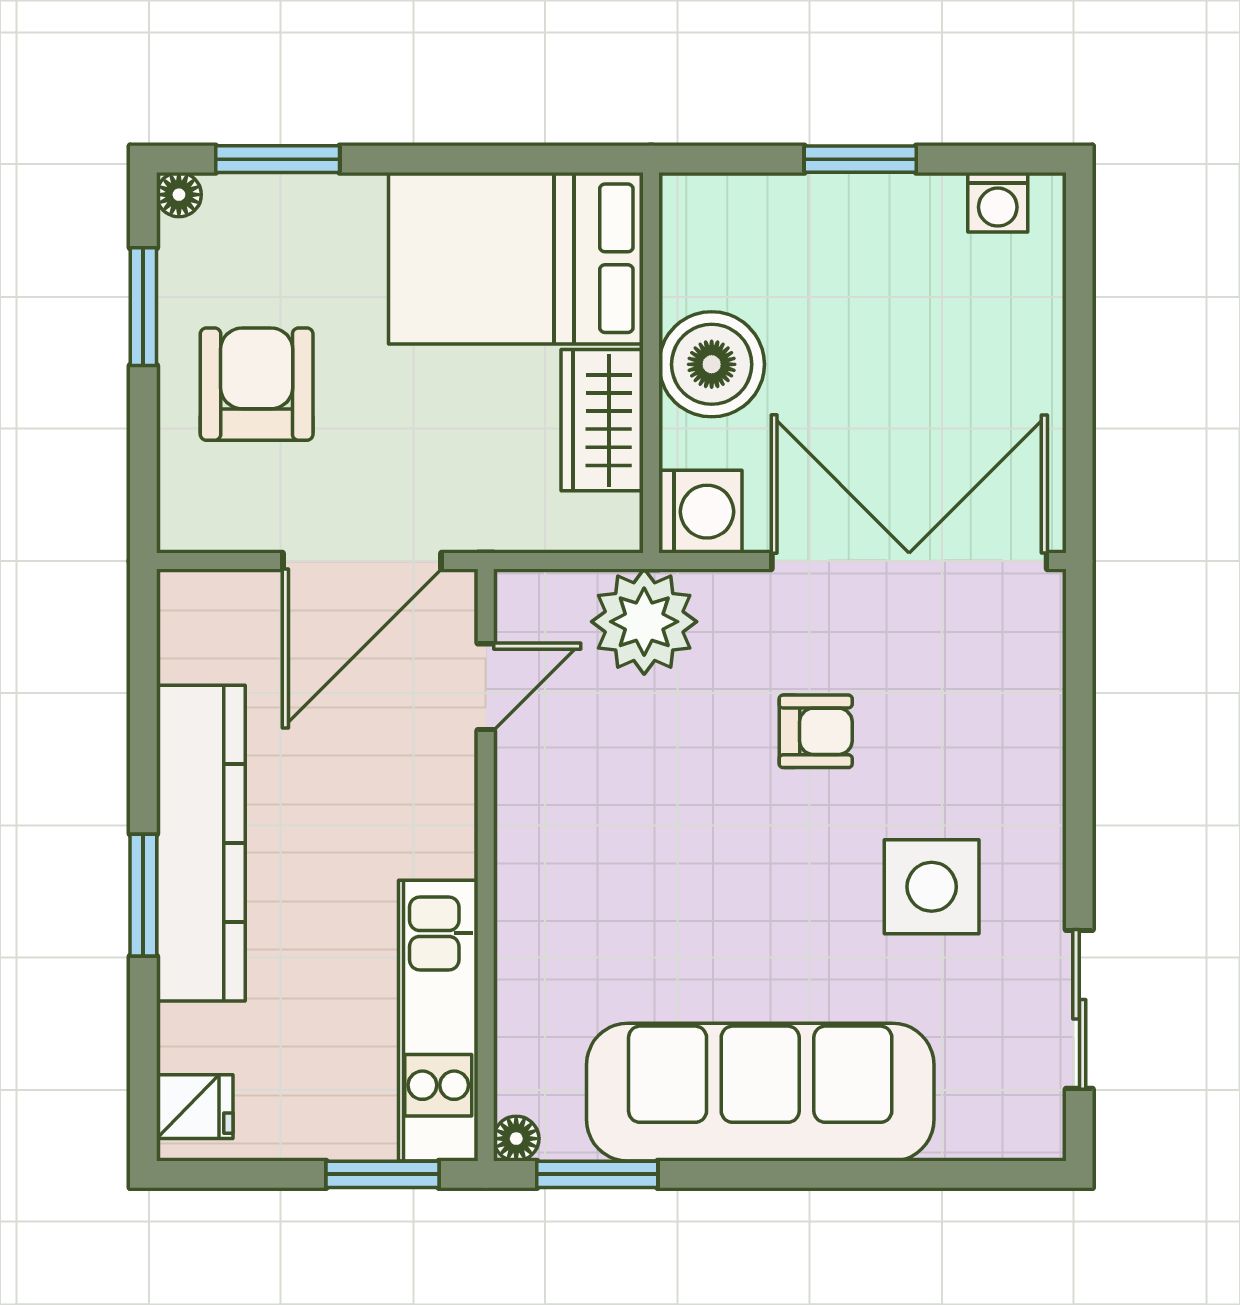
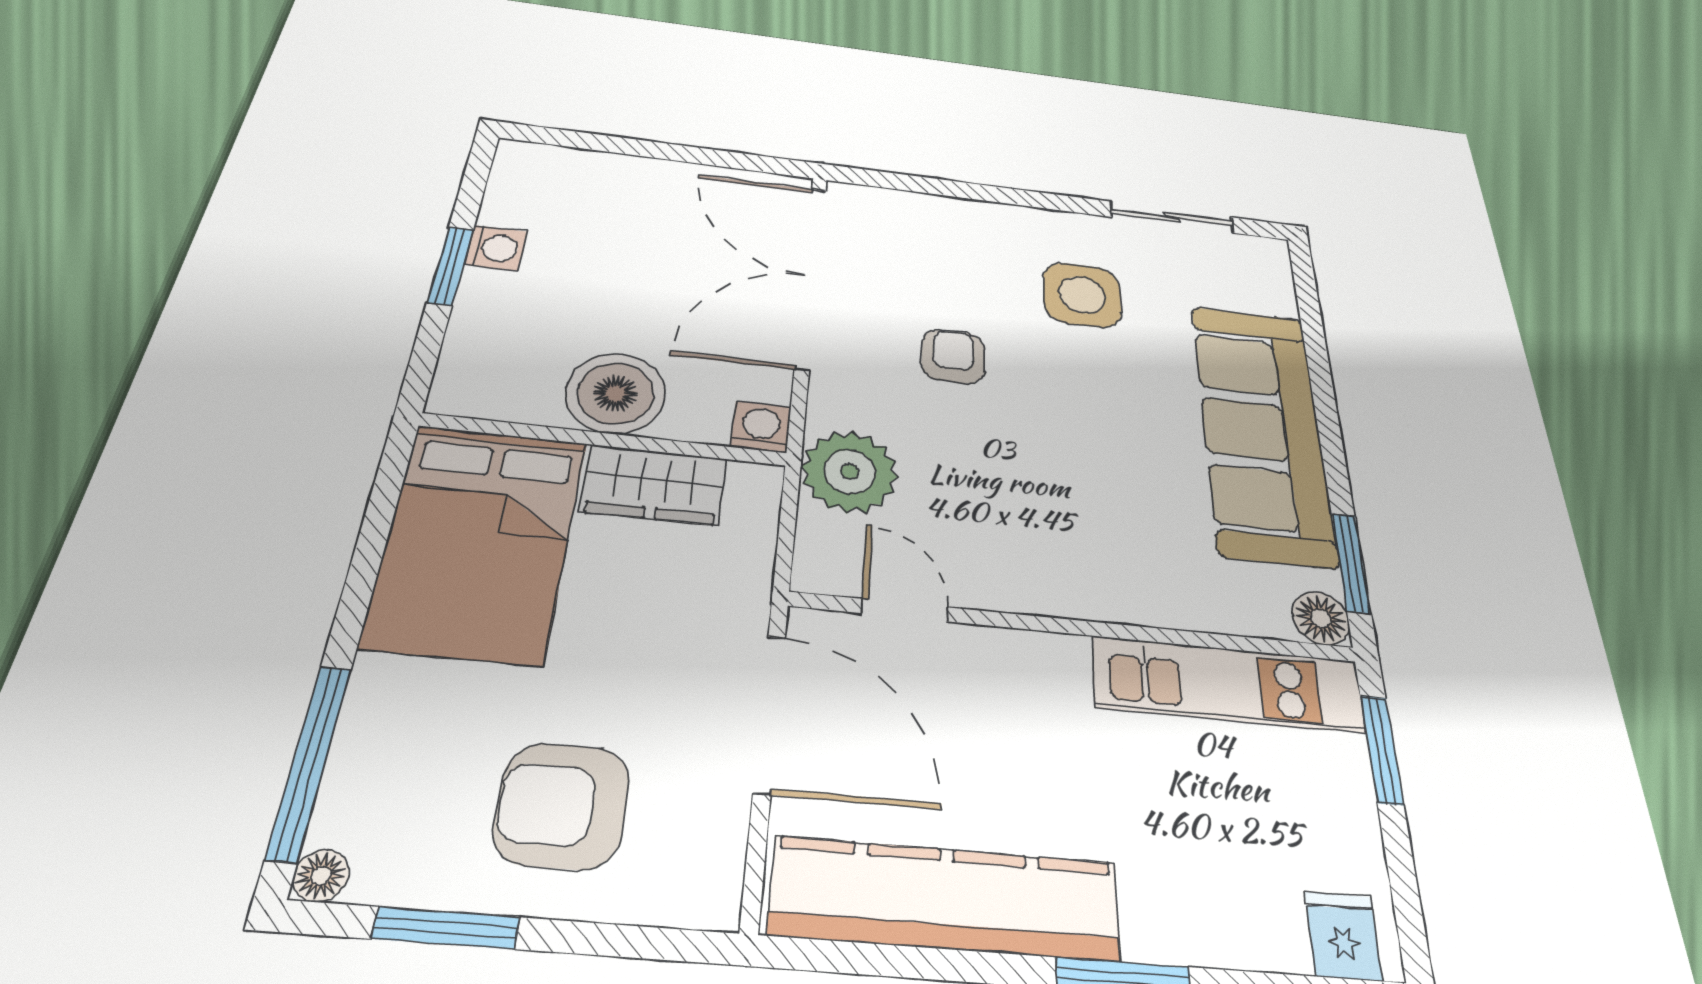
window: (278, 159) -> (309, 761), width x1.44
washing machine: (998, 202) -> (496, 248), moved
washing machine: (700, 512) -> (761, 427), width x0.73, depth x0.73
kitchen counter: (201, 843) -> (946, 898), moved
floor lamp: (516, 1139) -> (1321, 618), width x1.37, depth x1.37

